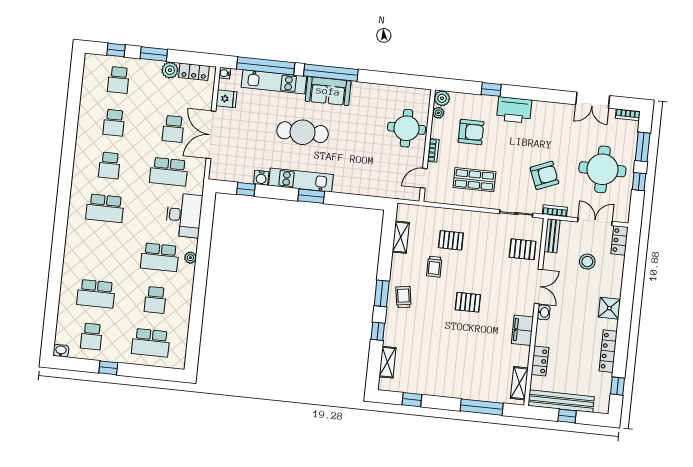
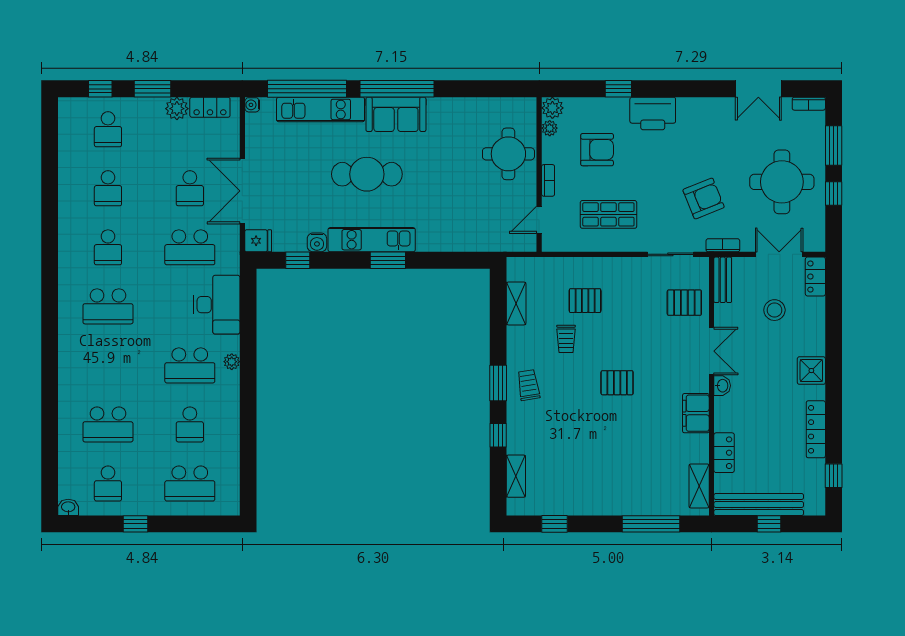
fridge: (226, 99) -> (258, 241), moved

